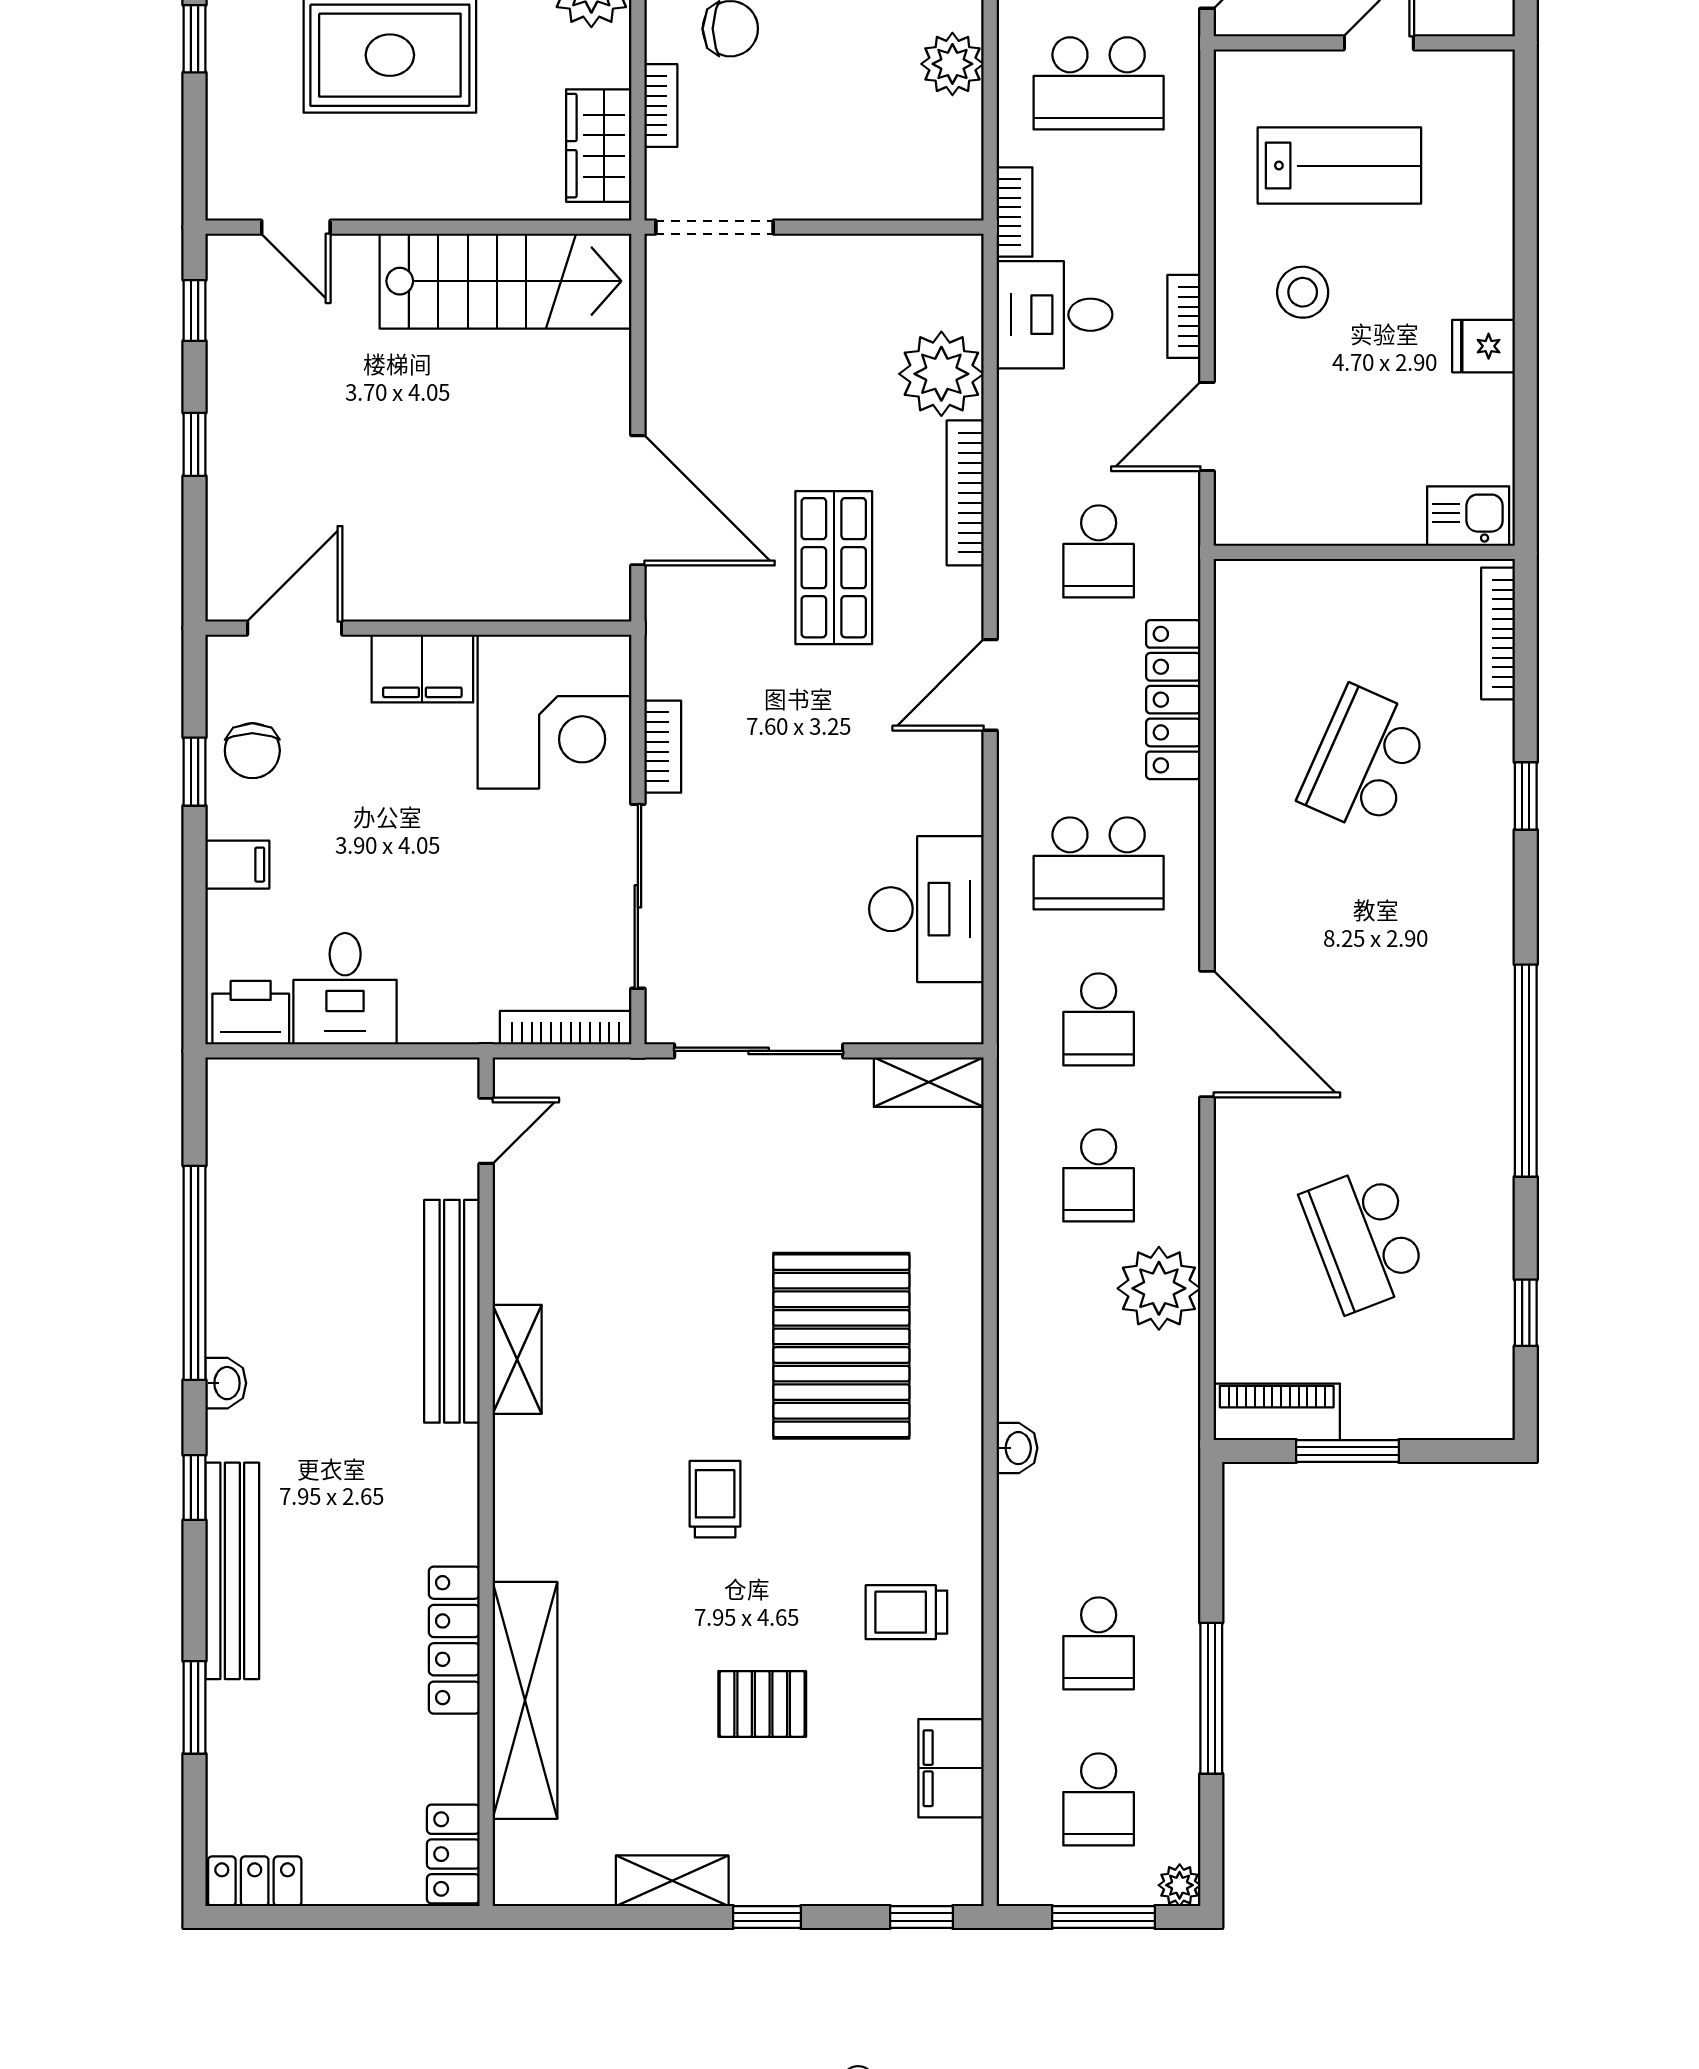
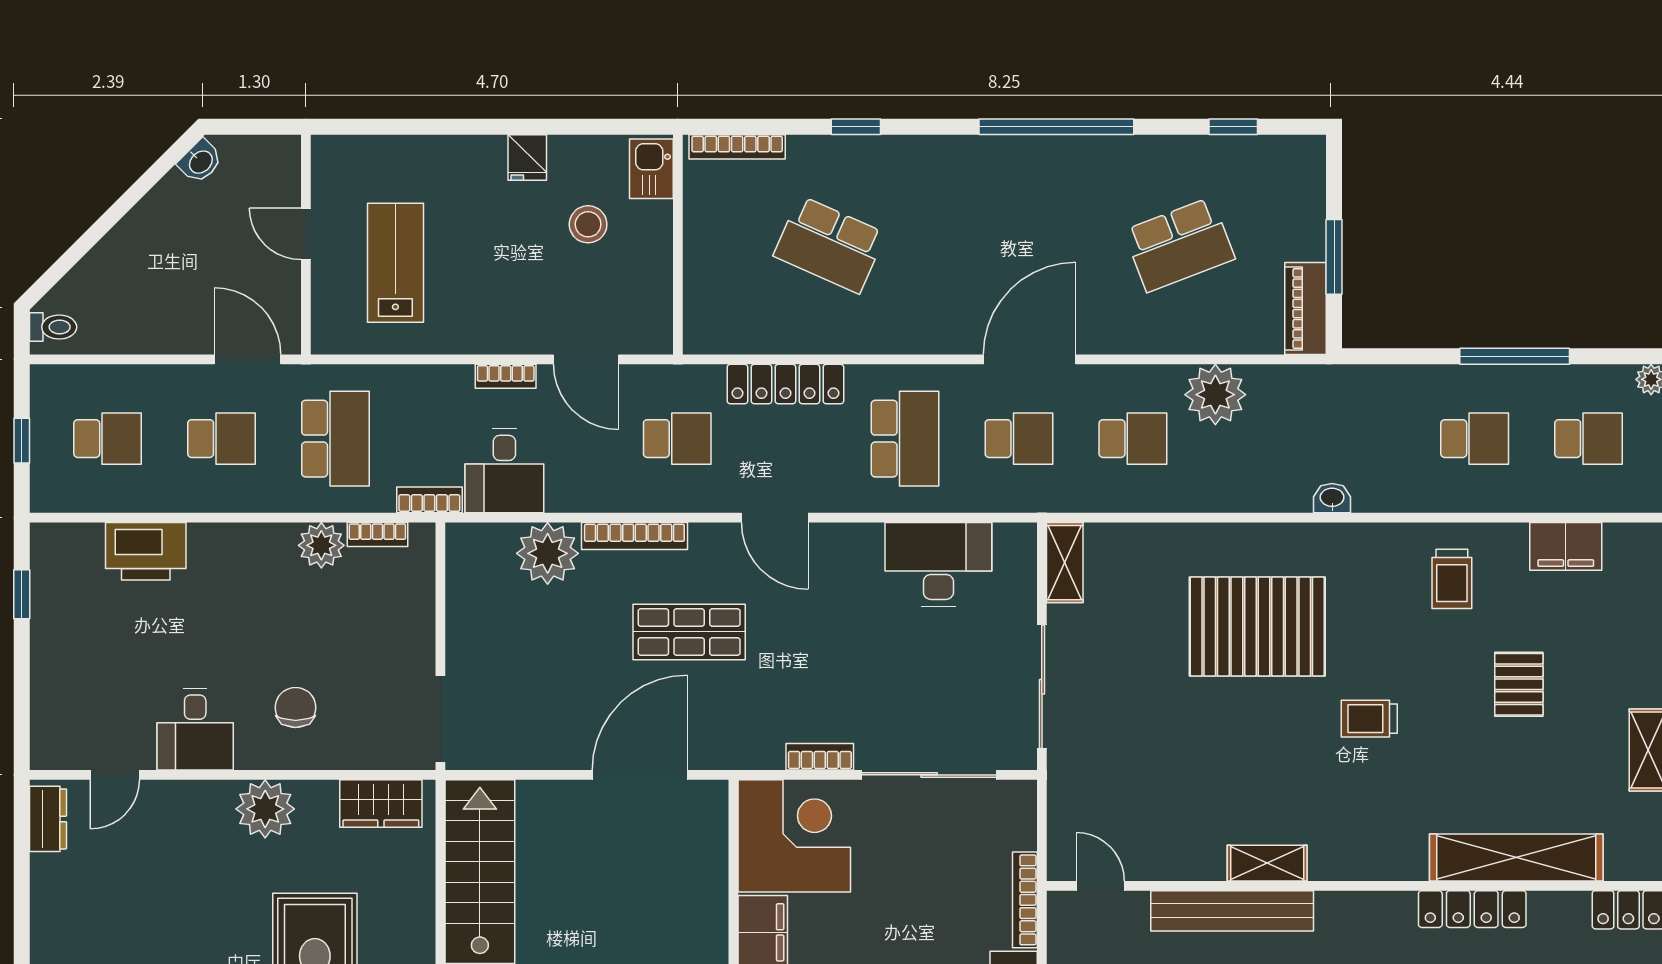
bookcase: (661, 106) -> (377, 535), moved, turned 180
stool: (1303, 292) -> (588, 224), moved
bookcase: (566, 1028) -> (1025, 900), moved

